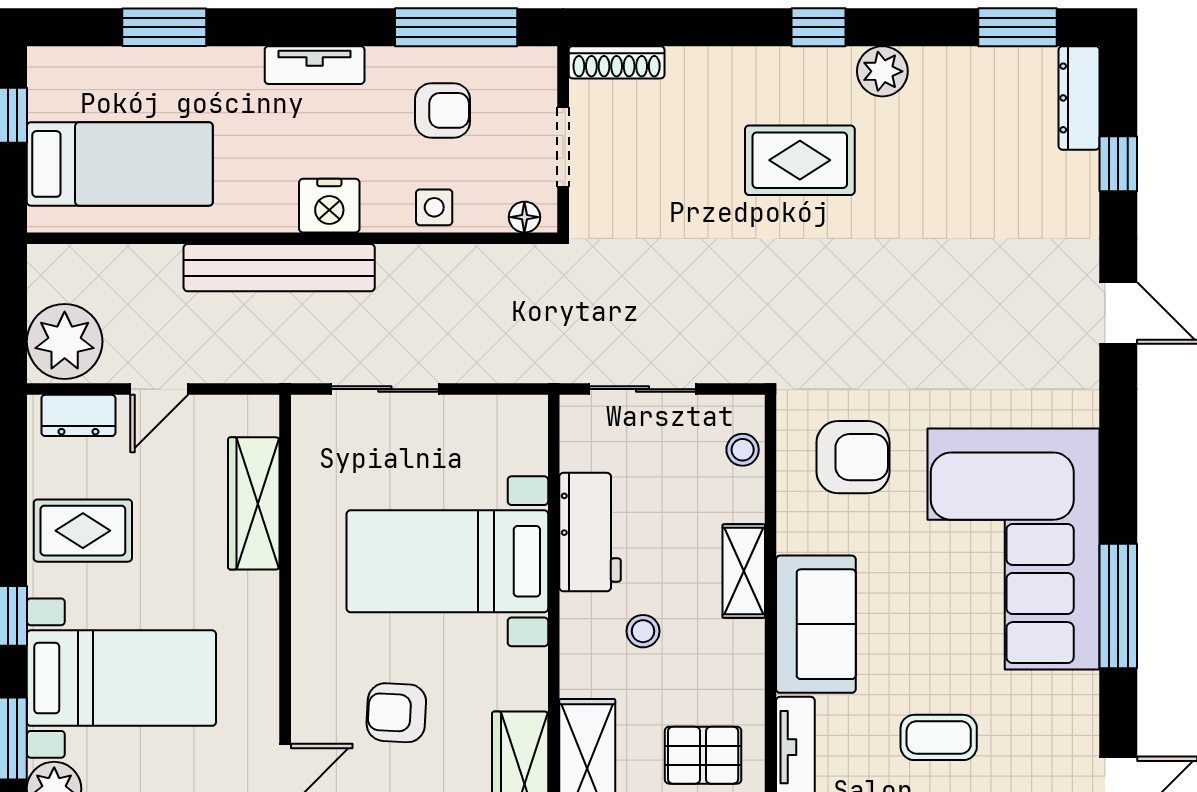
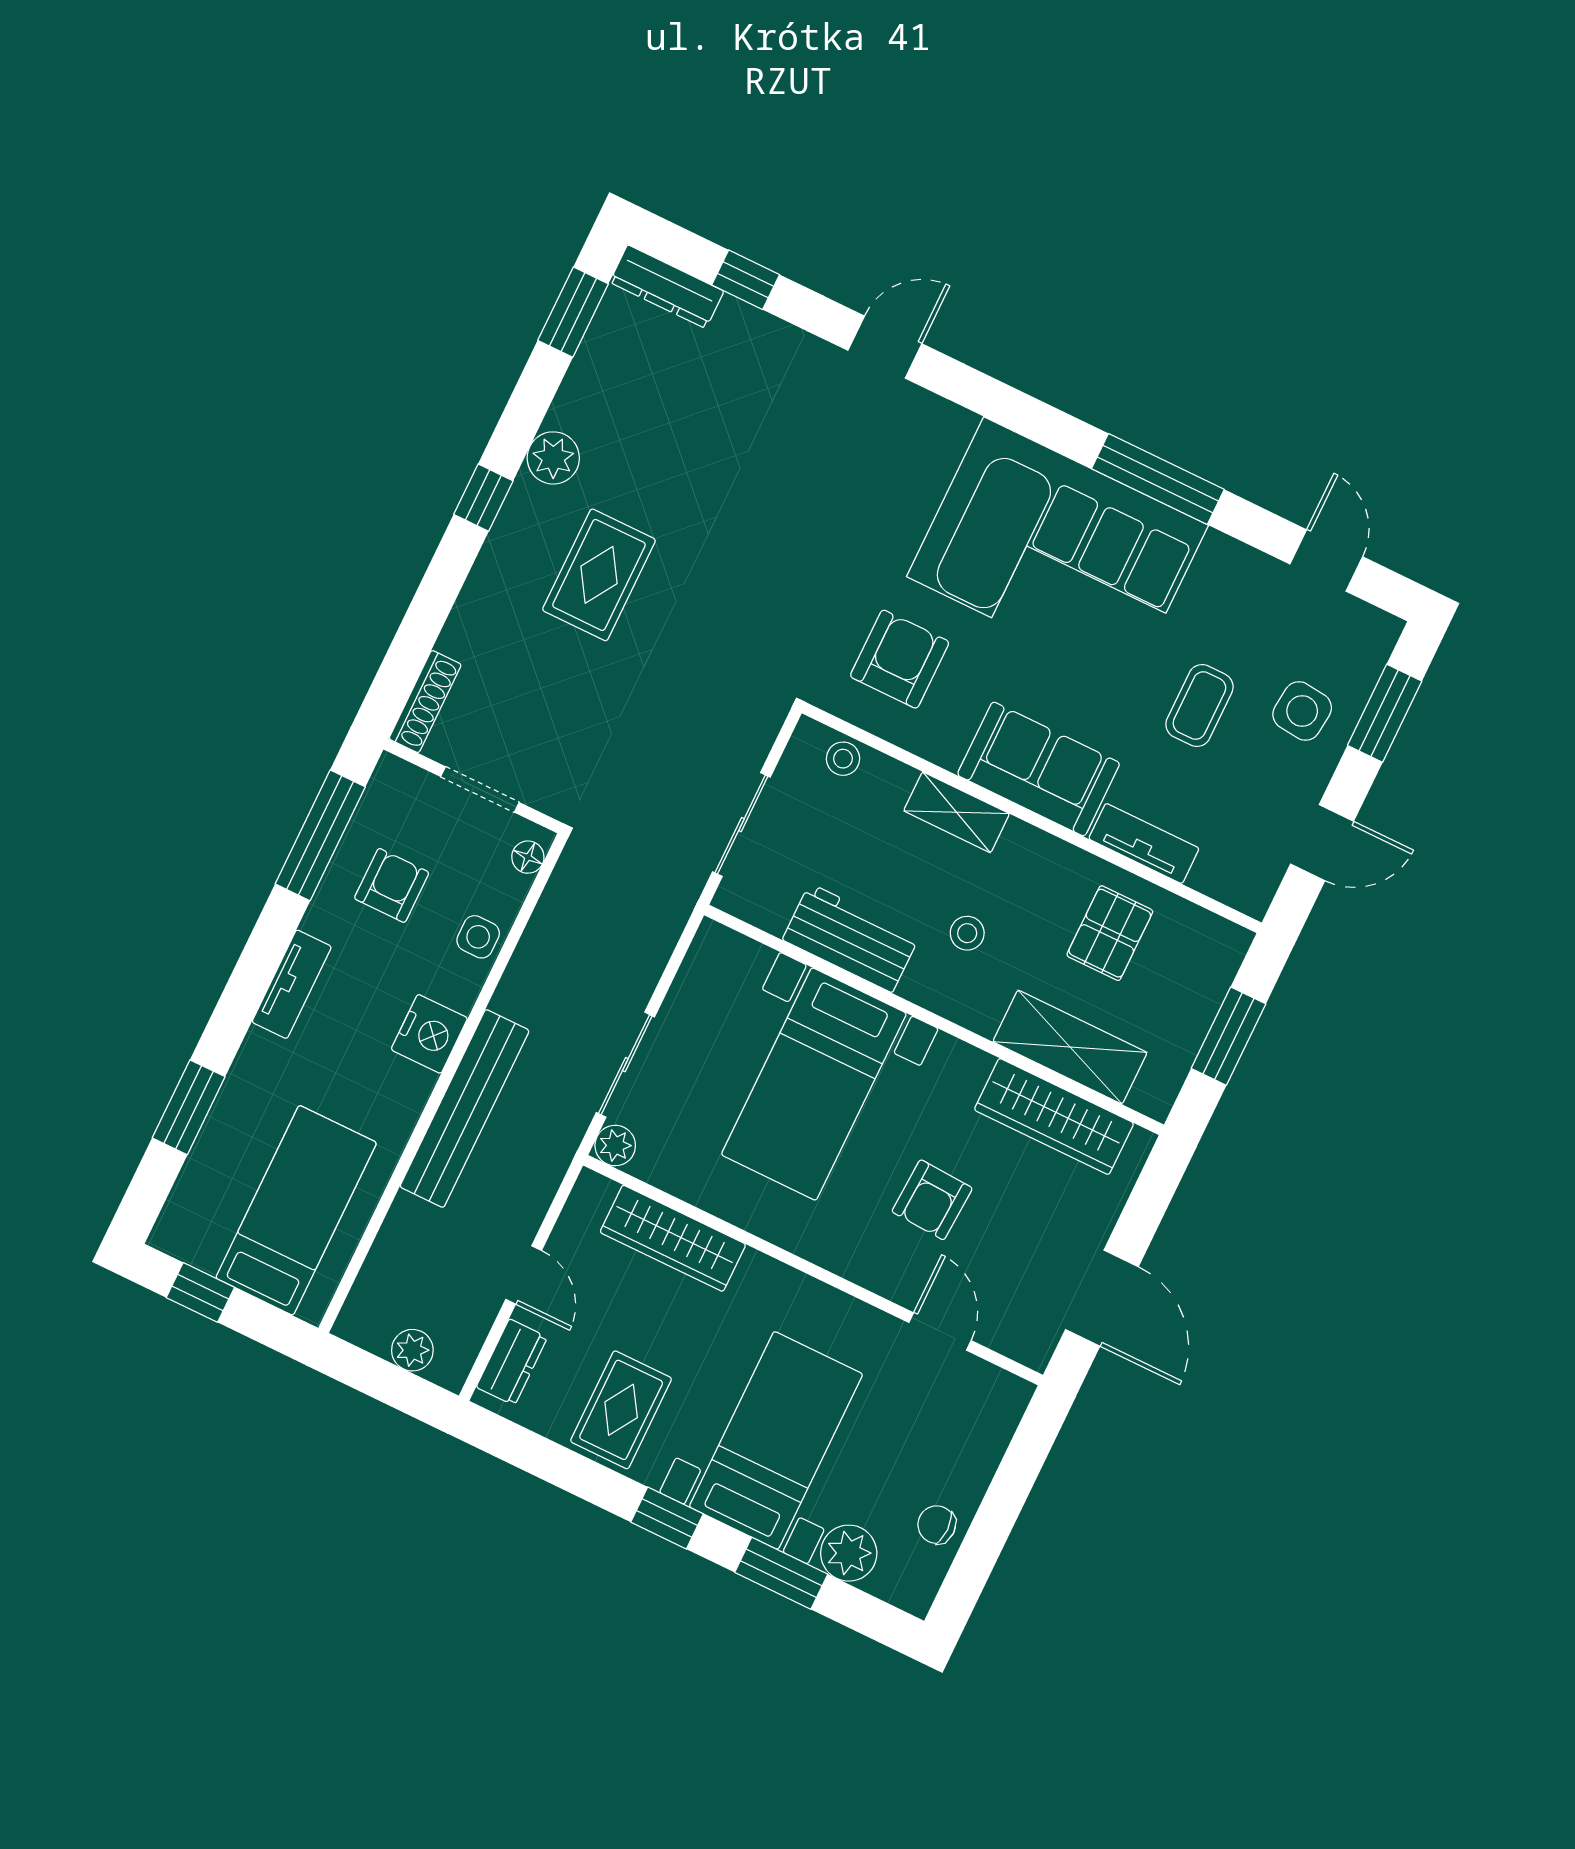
plant: (65, 342) -> (412, 1350), width x0.53, depth x0.53
plant: (310, 414) -> (615, 1146), added

